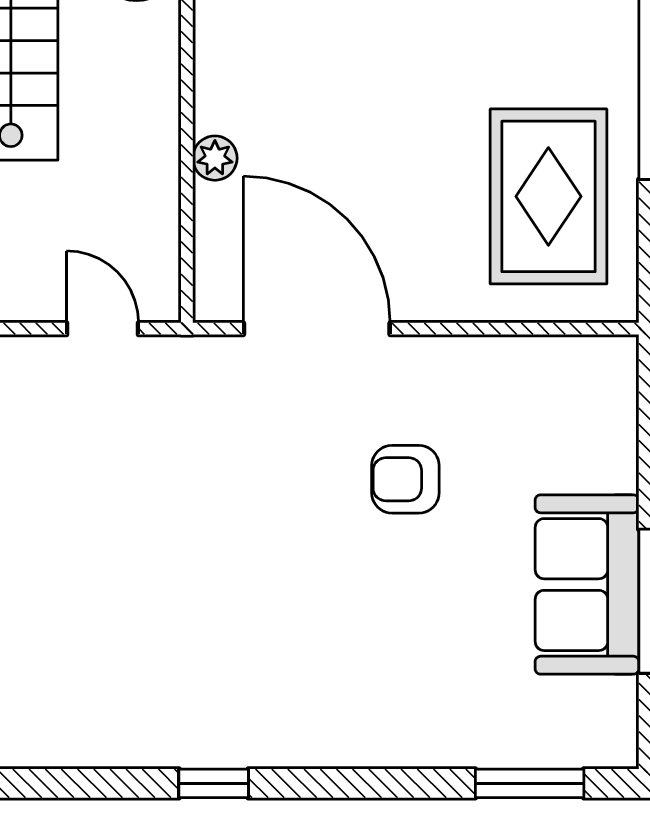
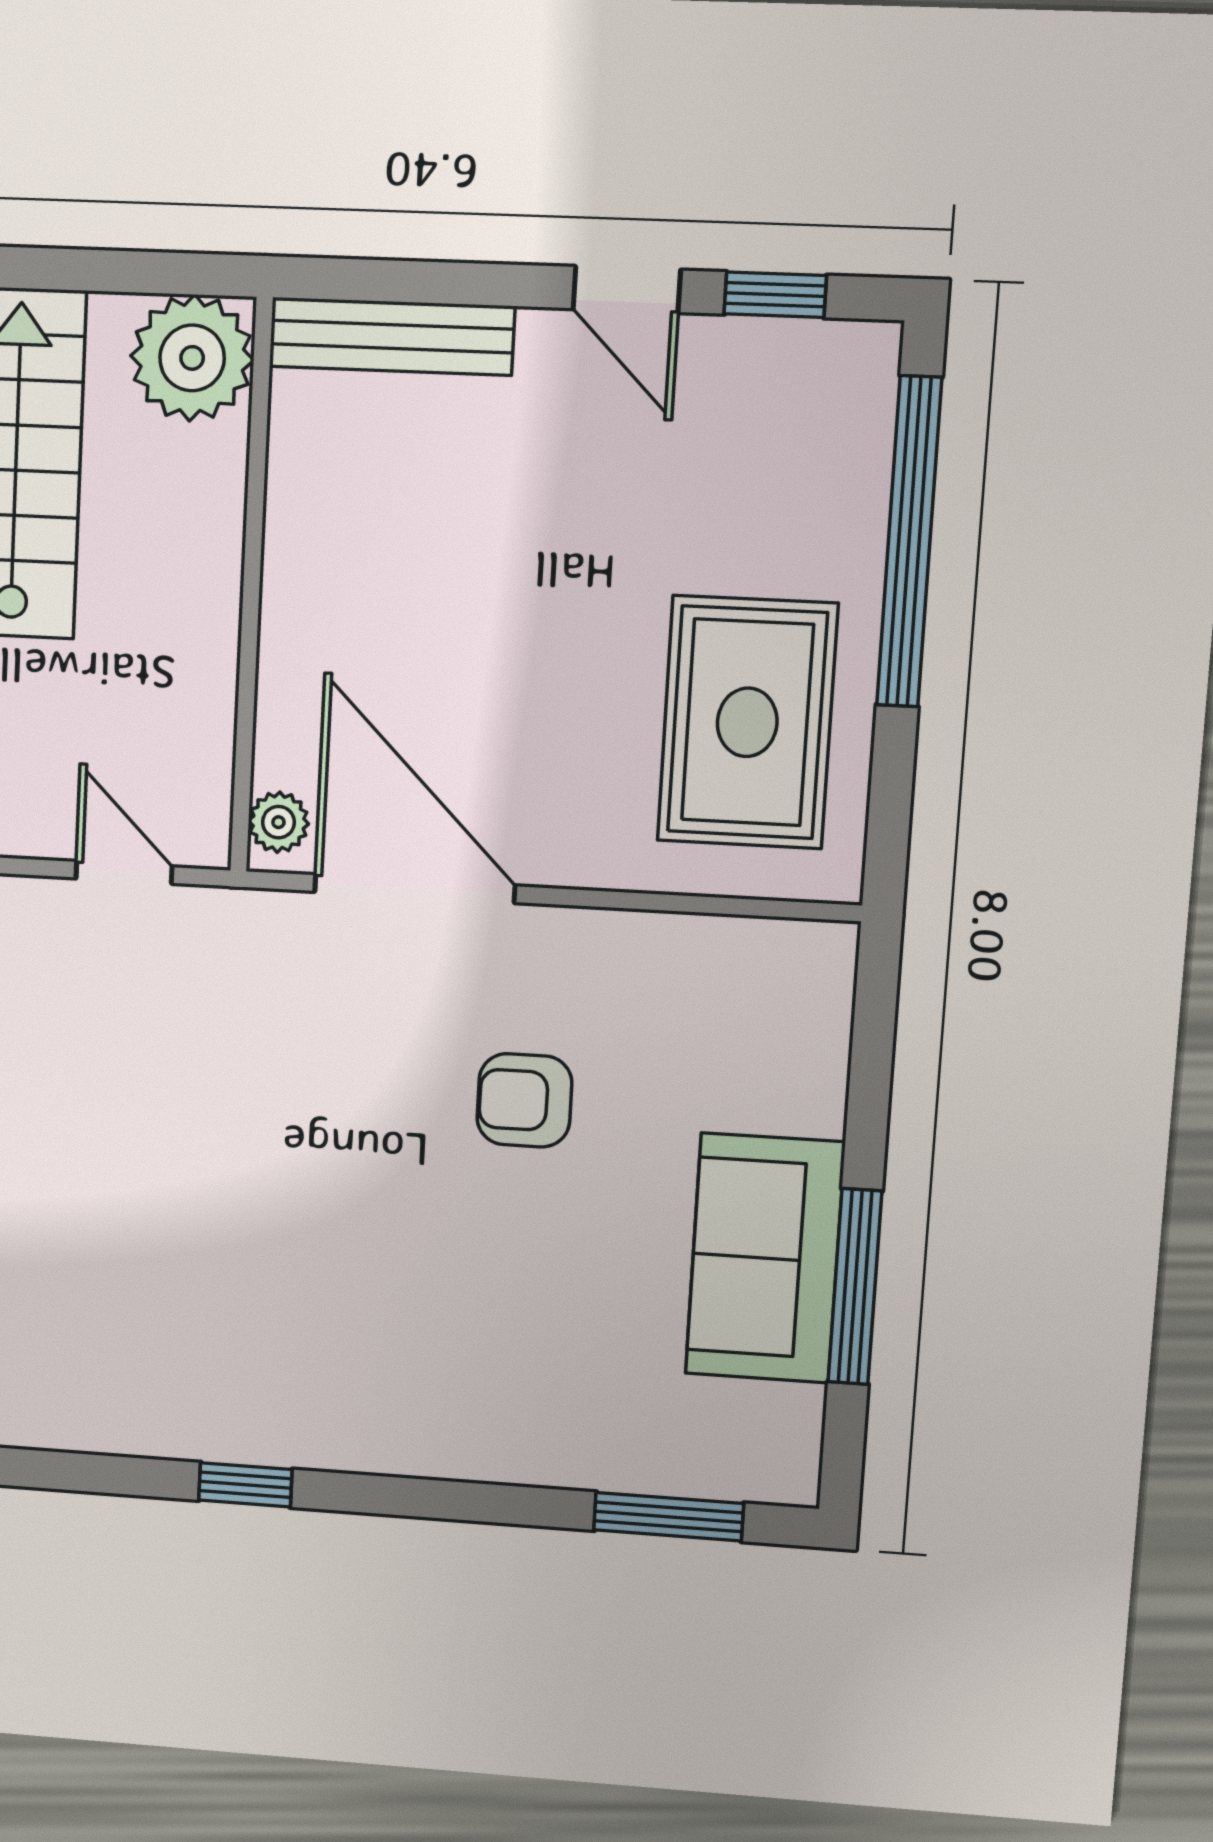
plant: (215, 158) -> (278, 822), moved

